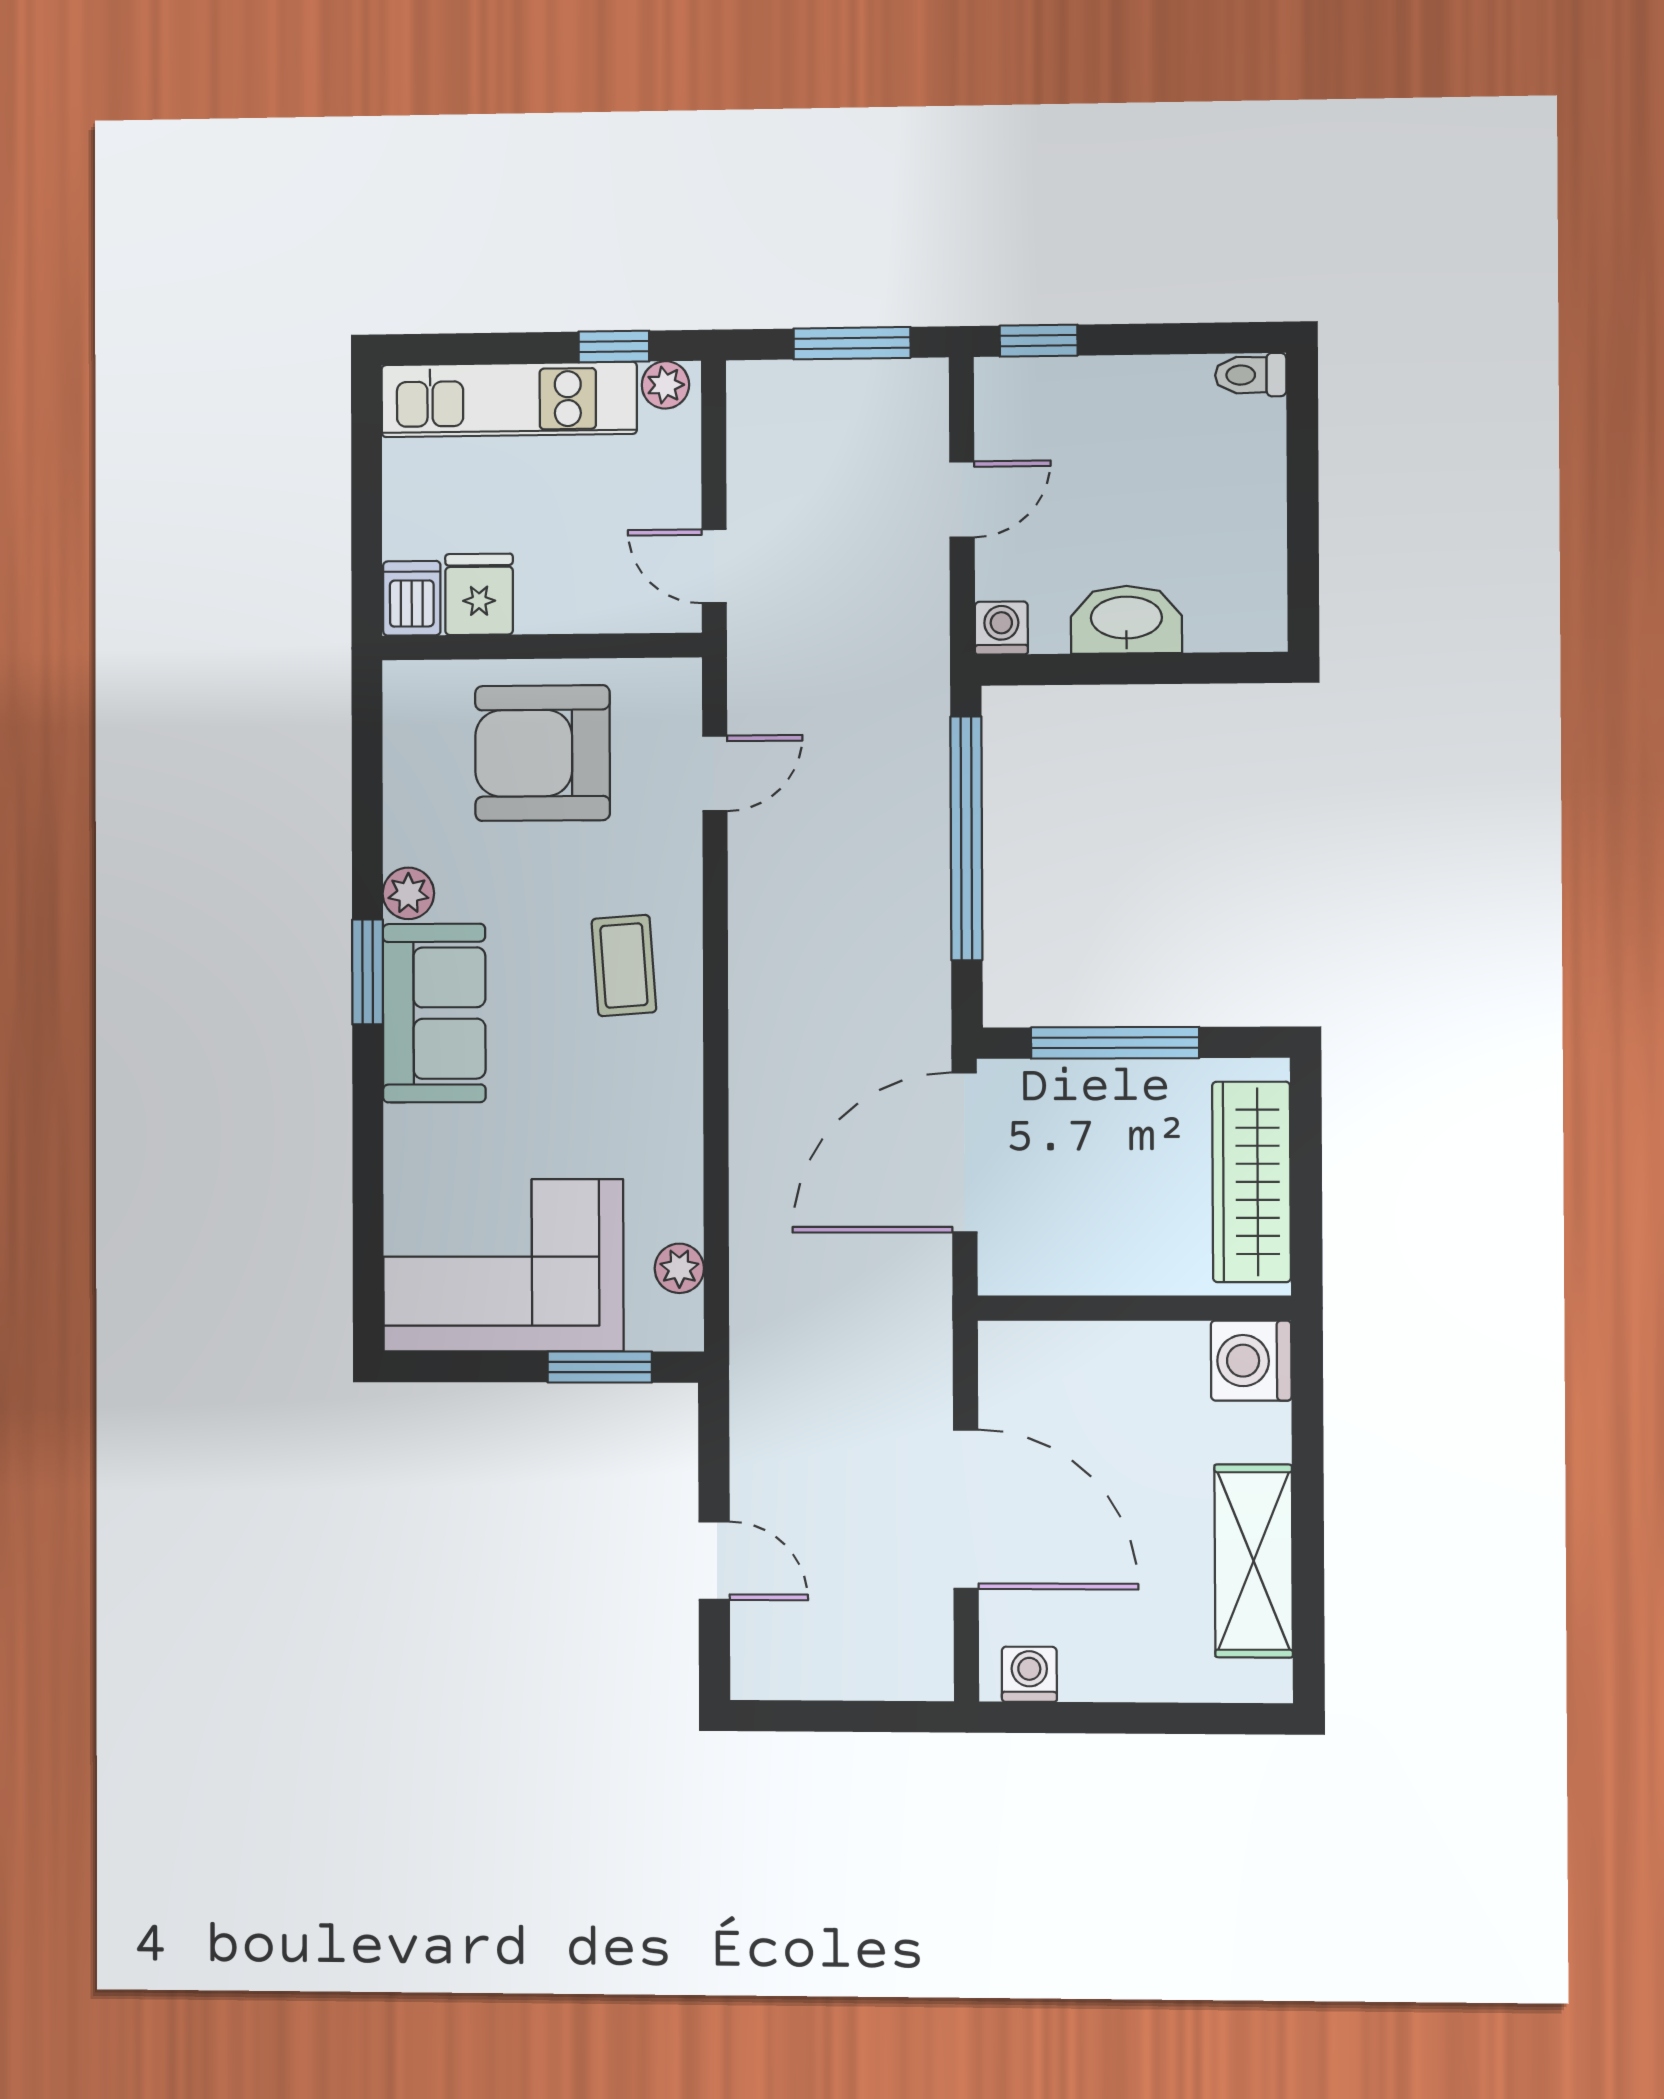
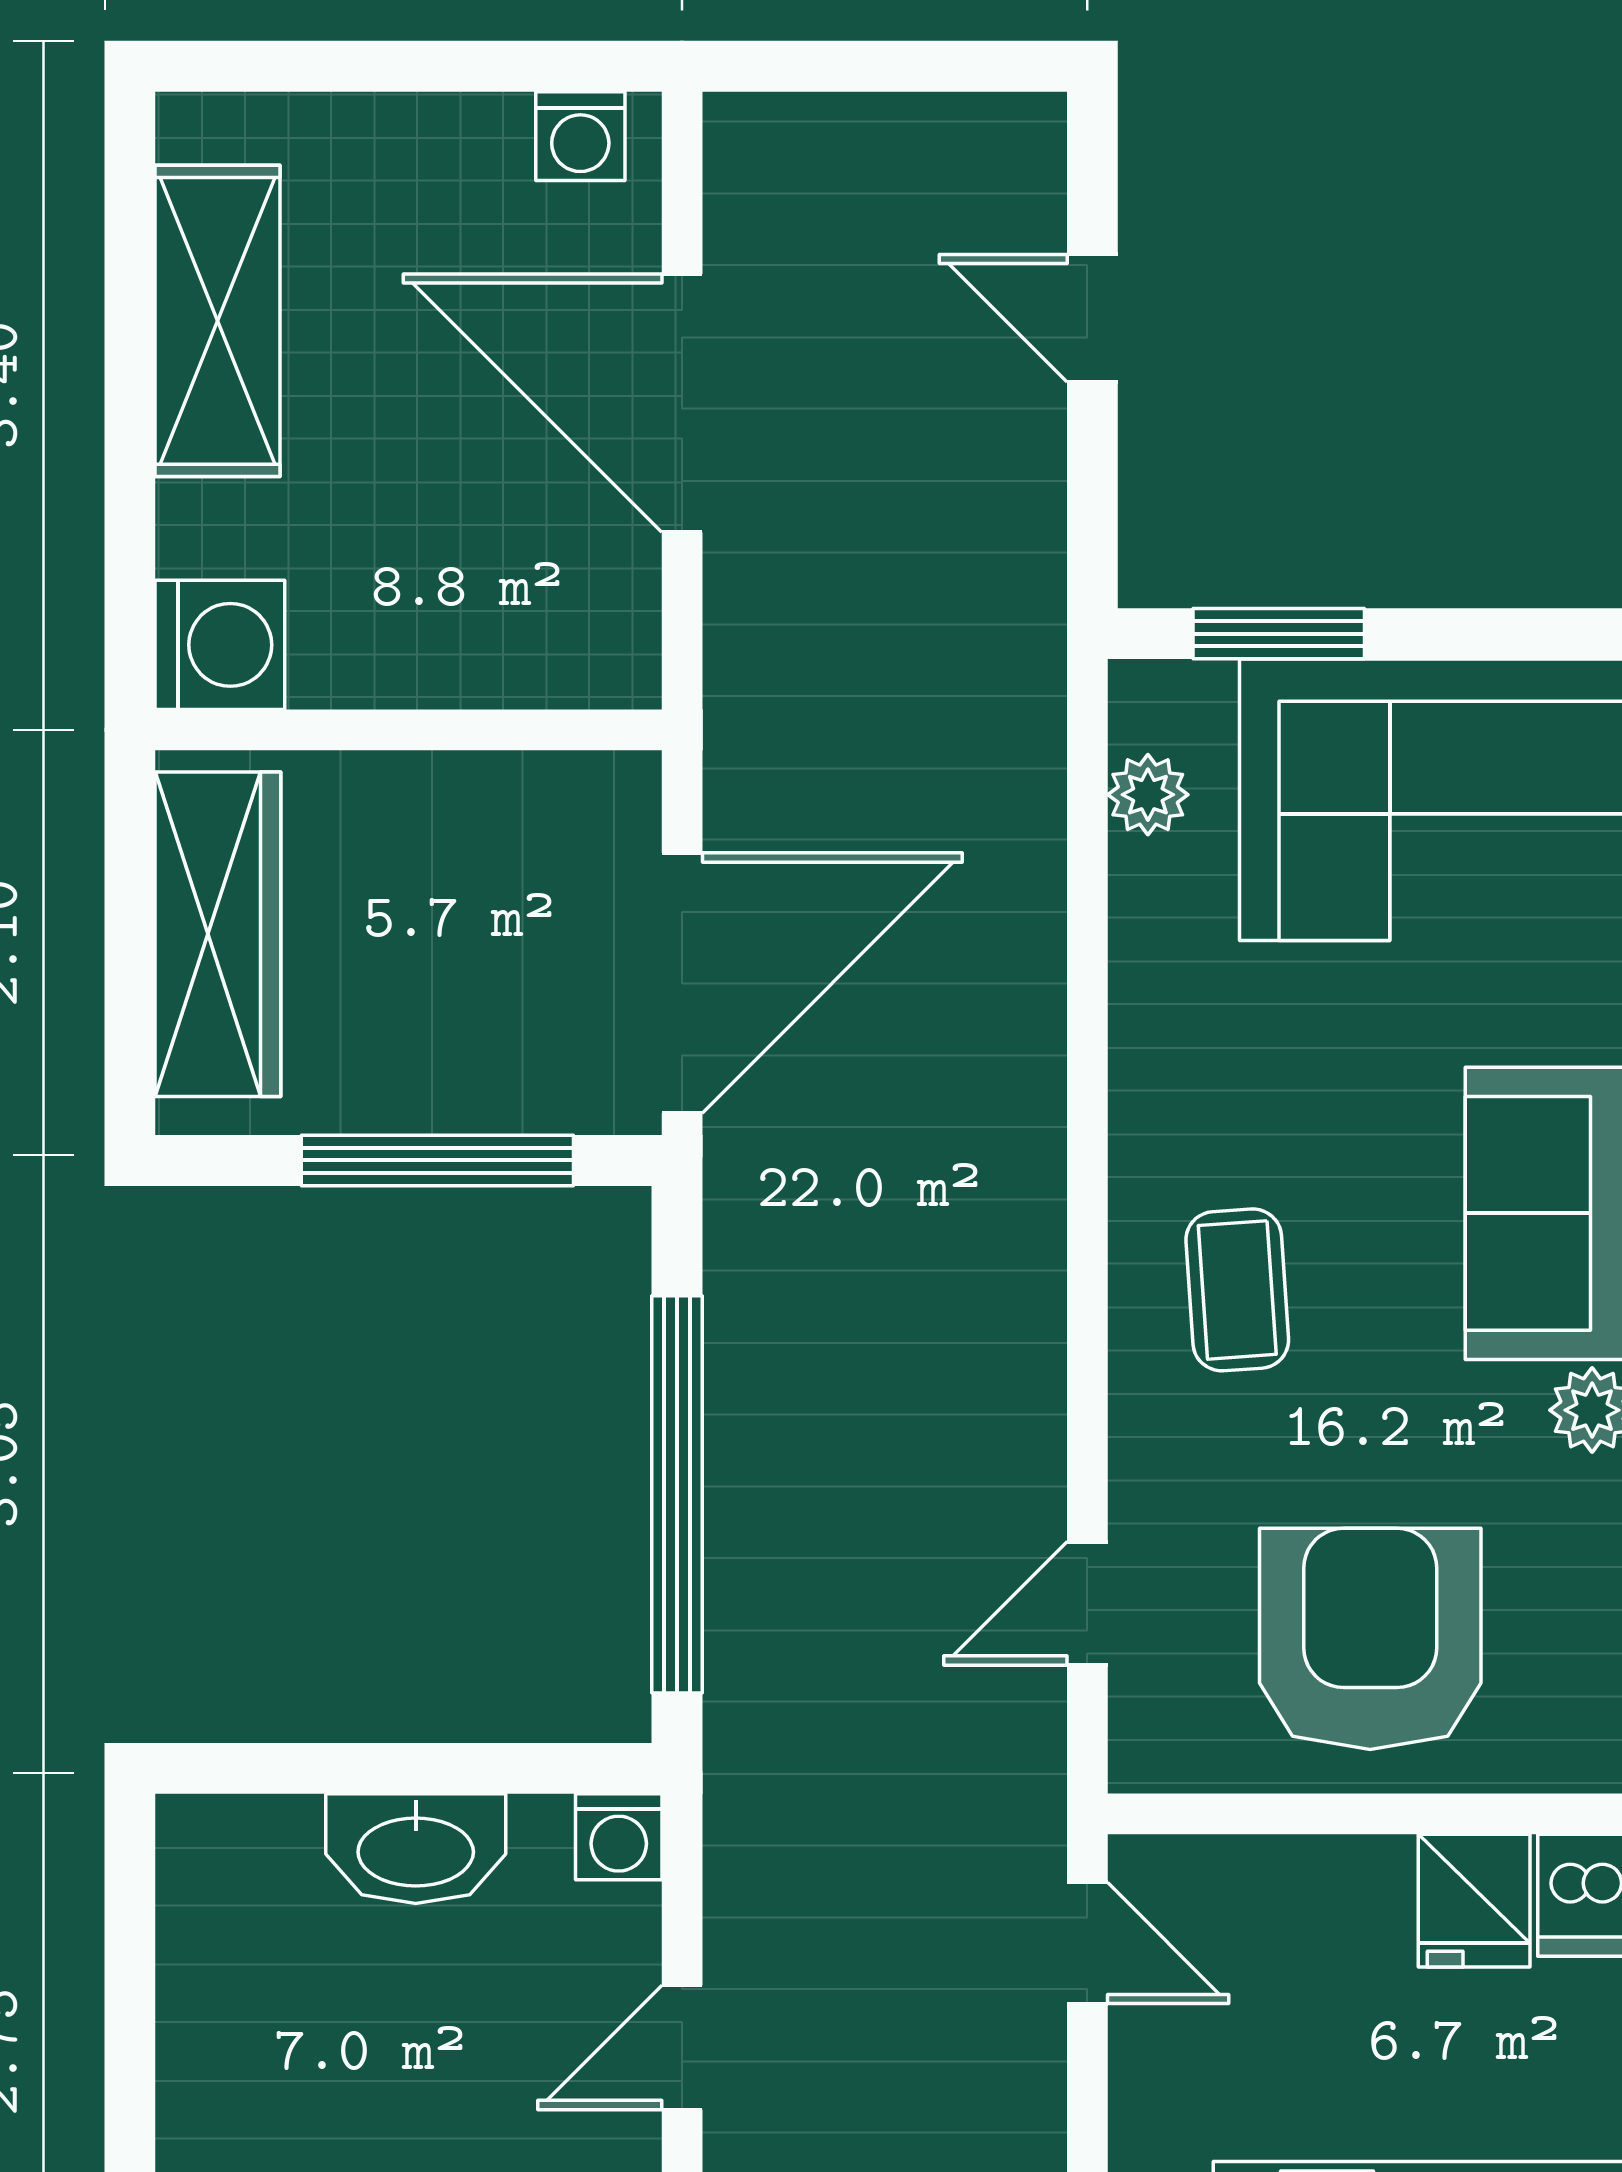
armchair: (542, 753) -> (1370, 1639), turned -90

